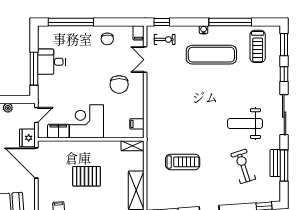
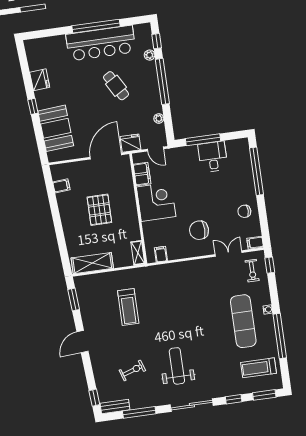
bench: (275, 163) -> (115, 407), moved
exercise bike: (243, 166) -> (132, 370), width x0.73, depth x0.72

